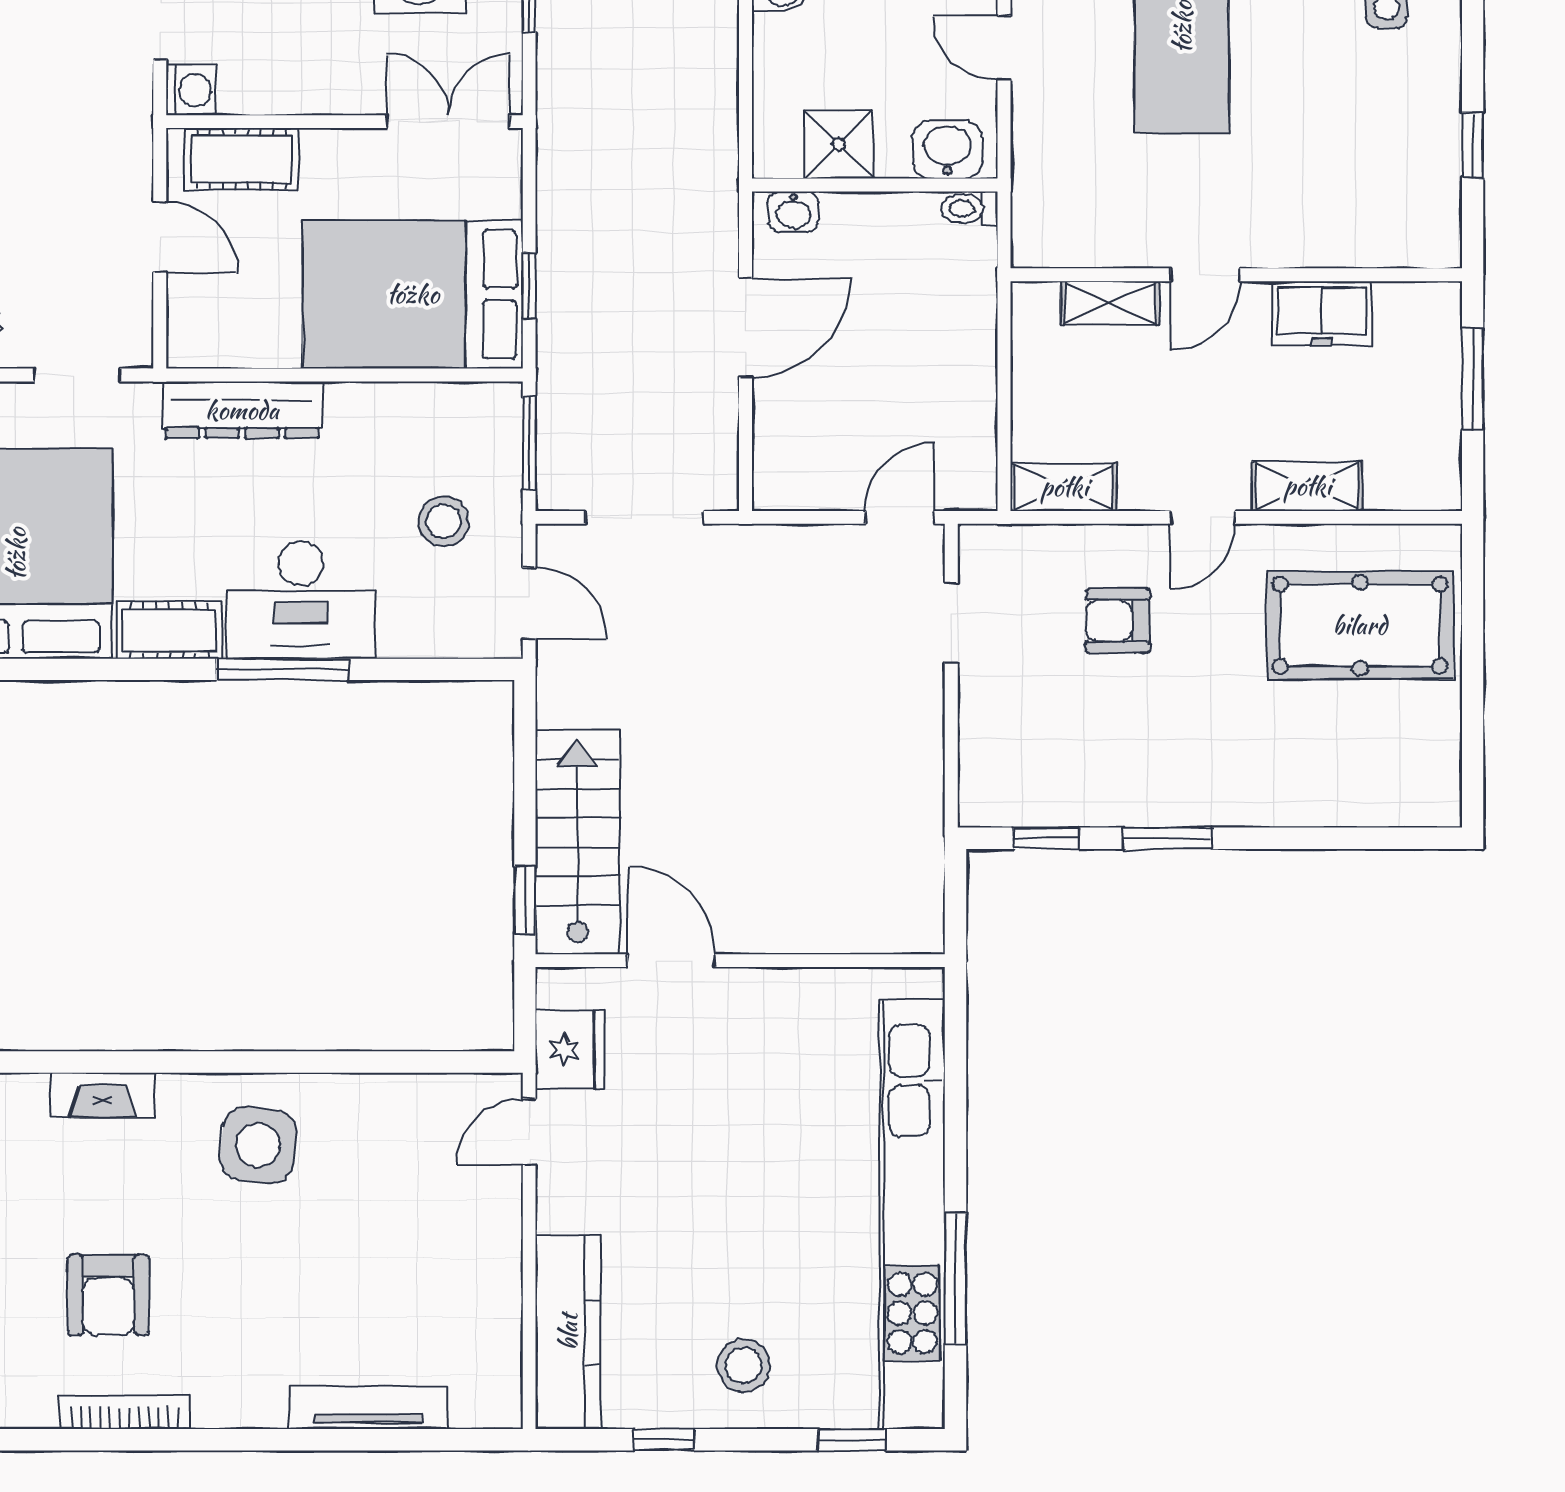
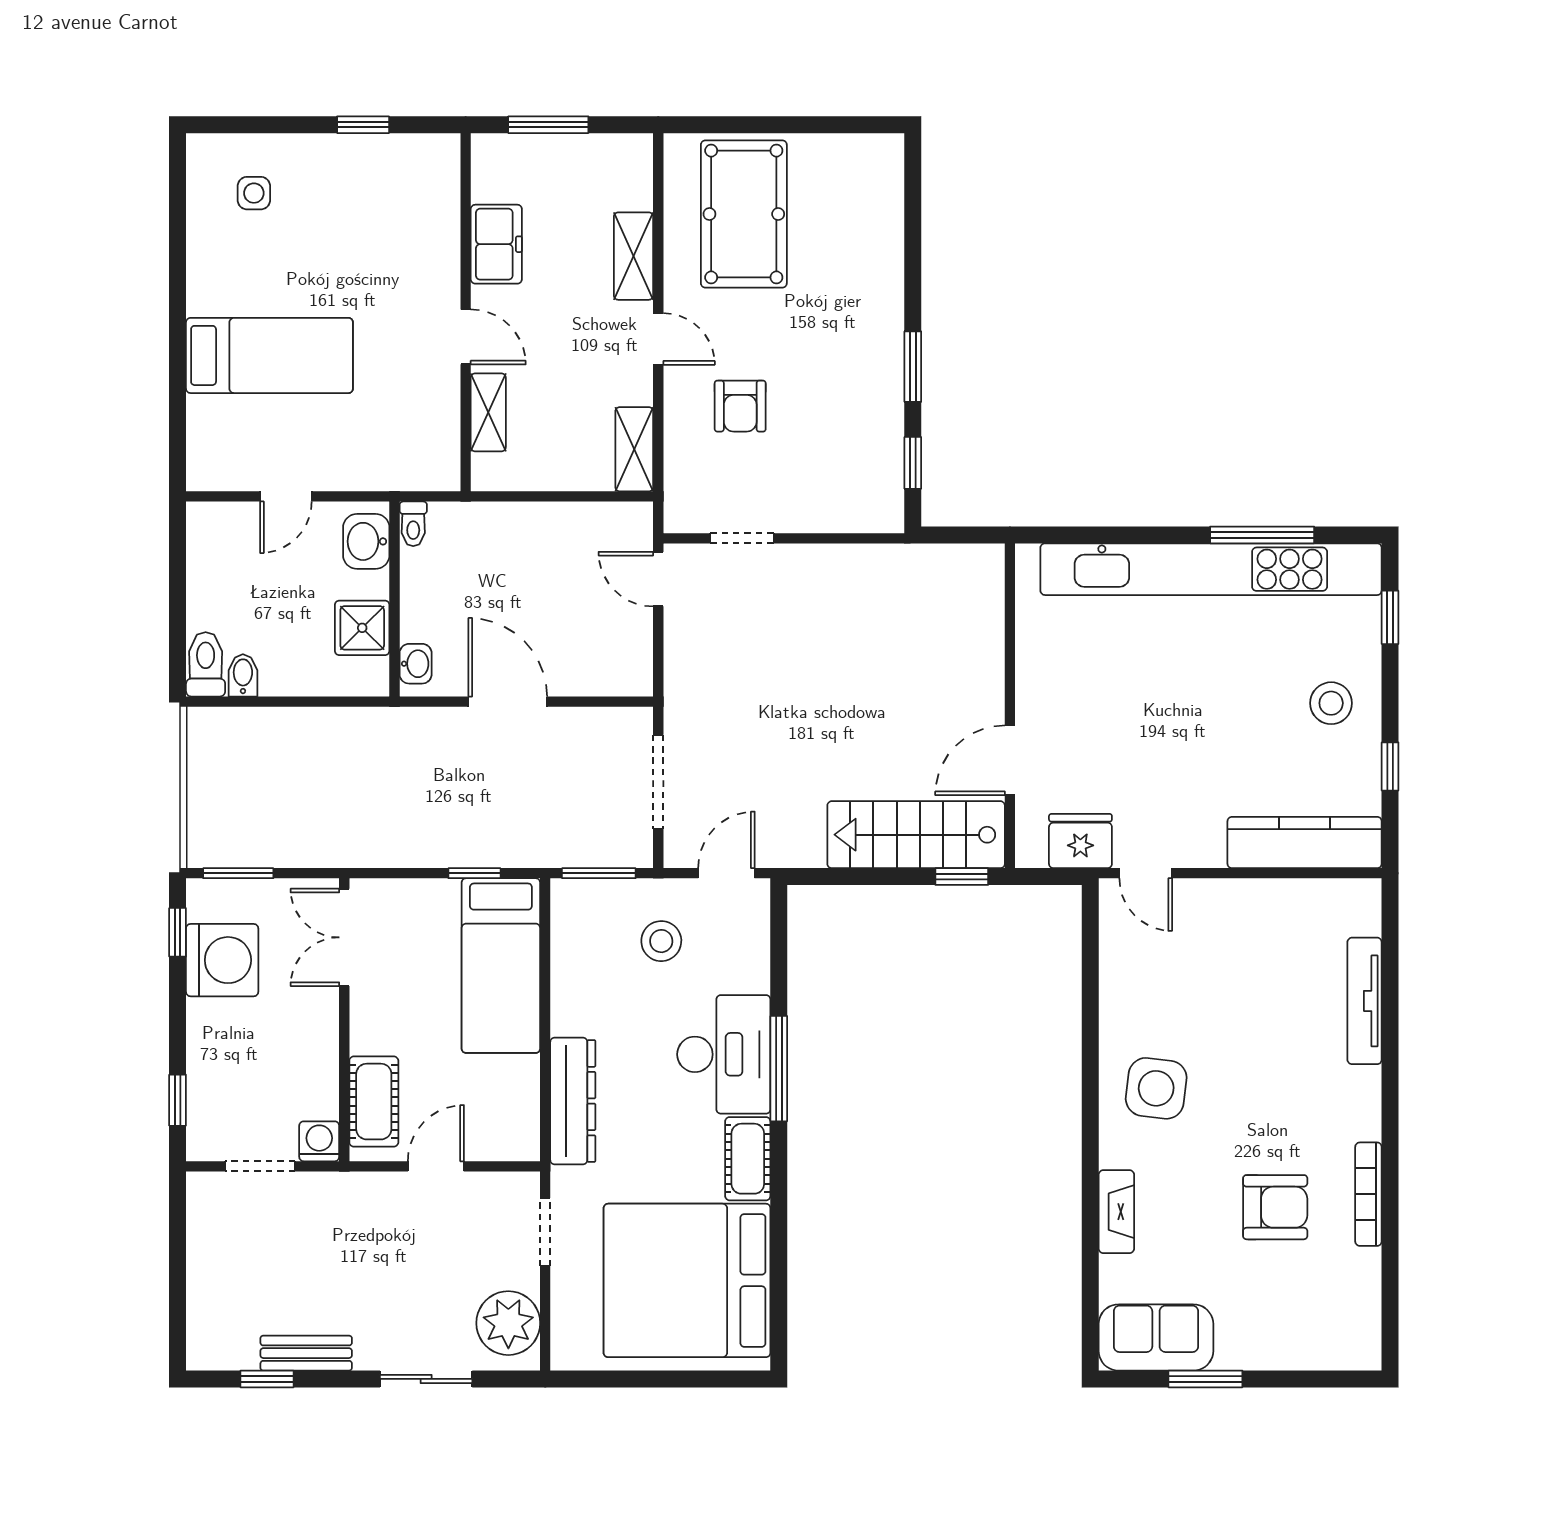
bed: (413, 294) -> (501, 966), width x0.67

